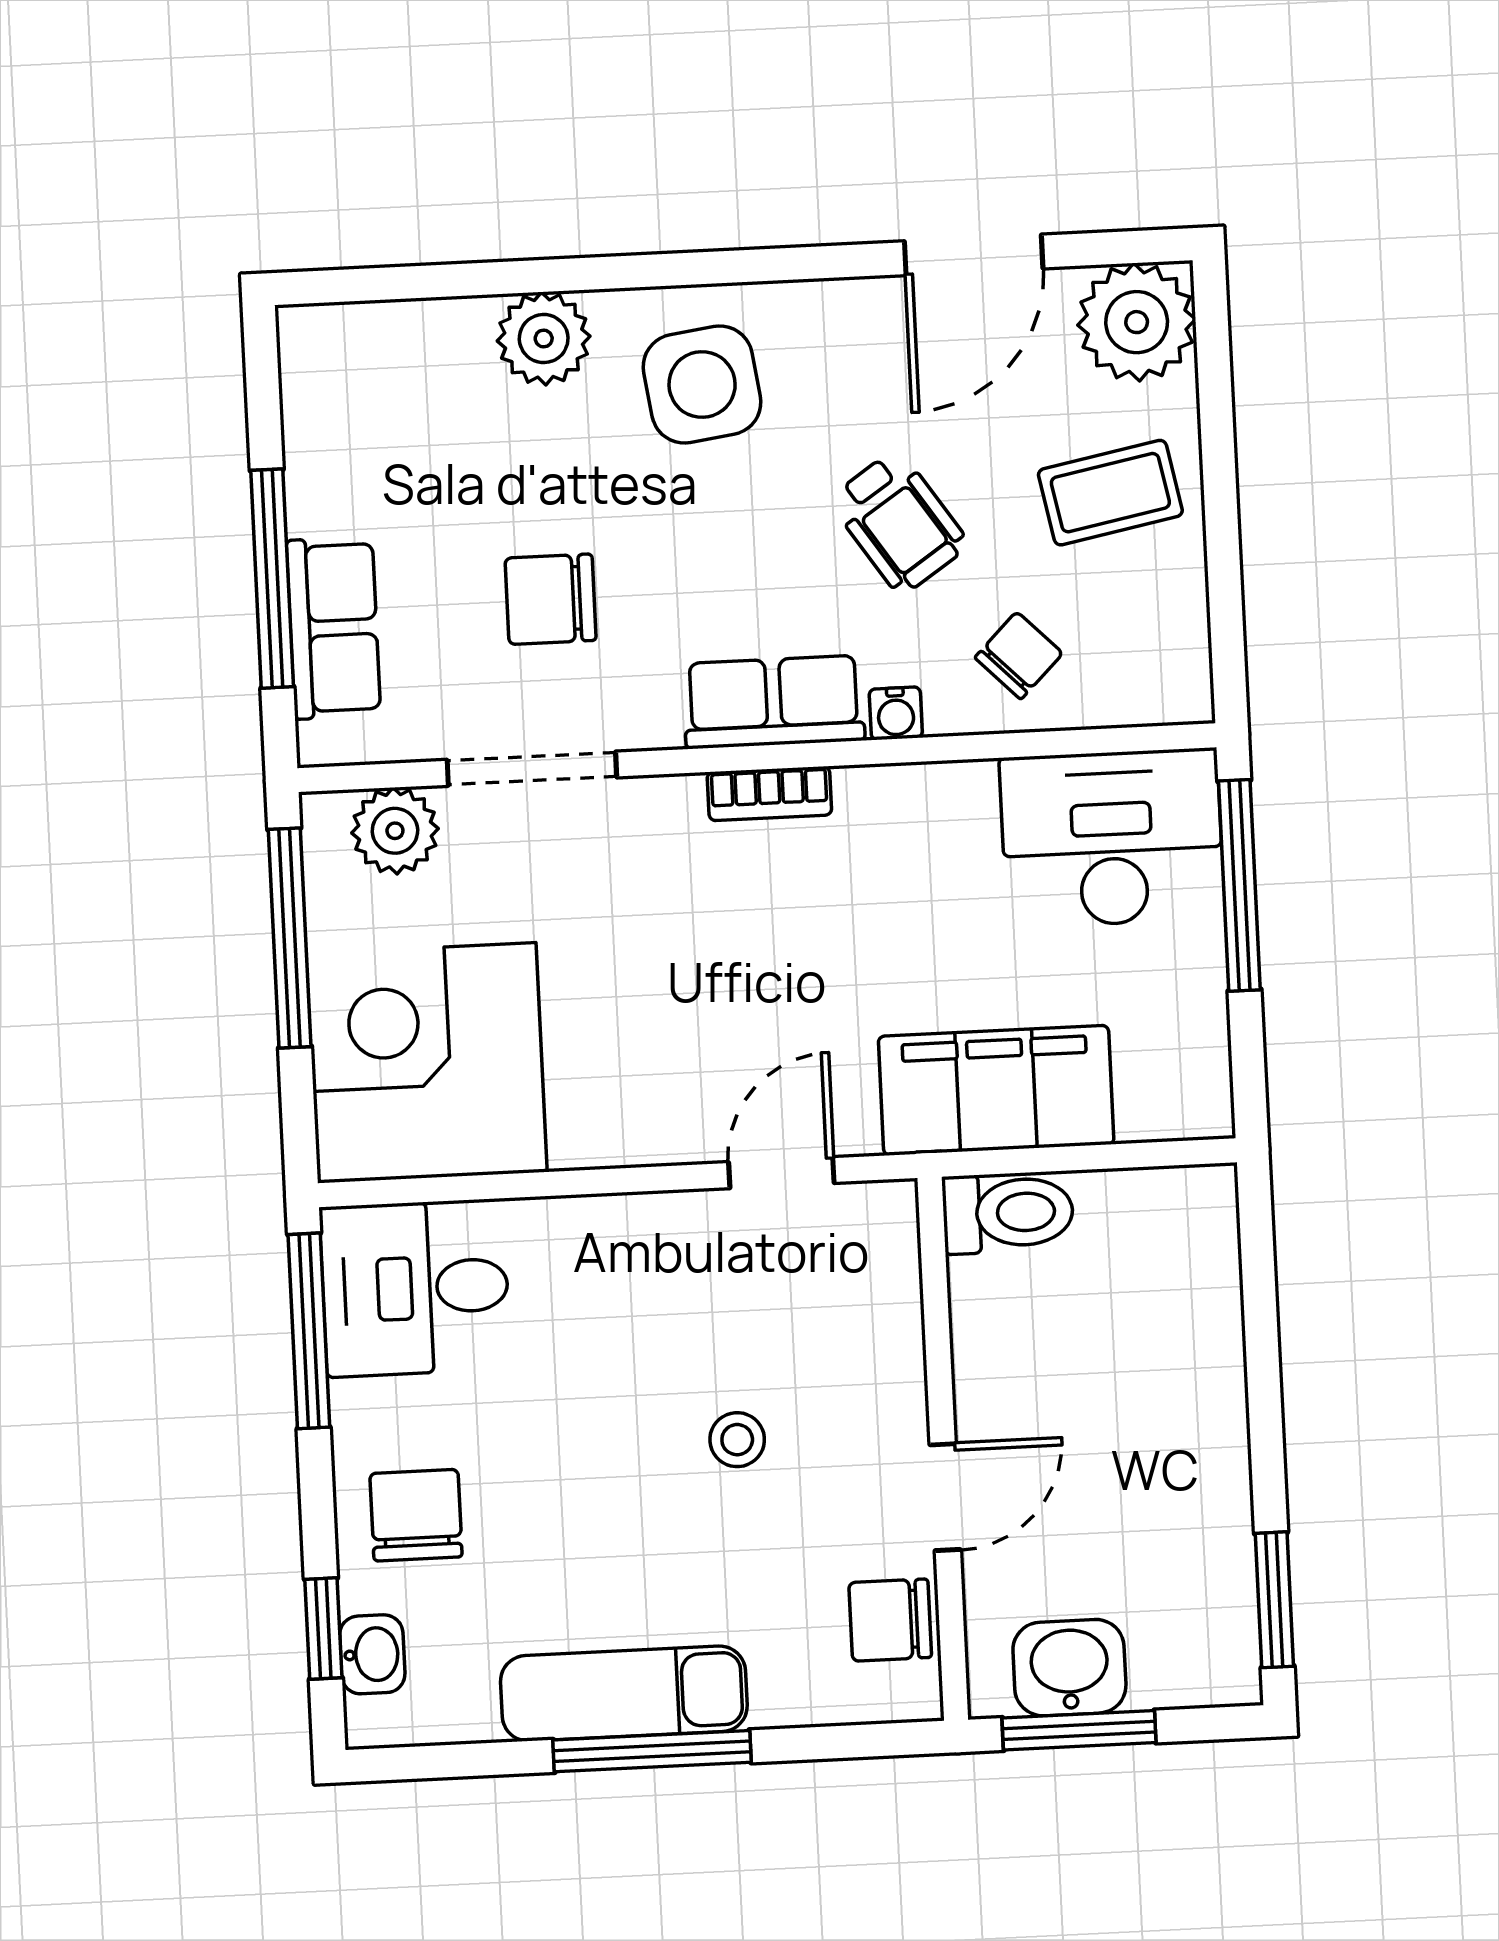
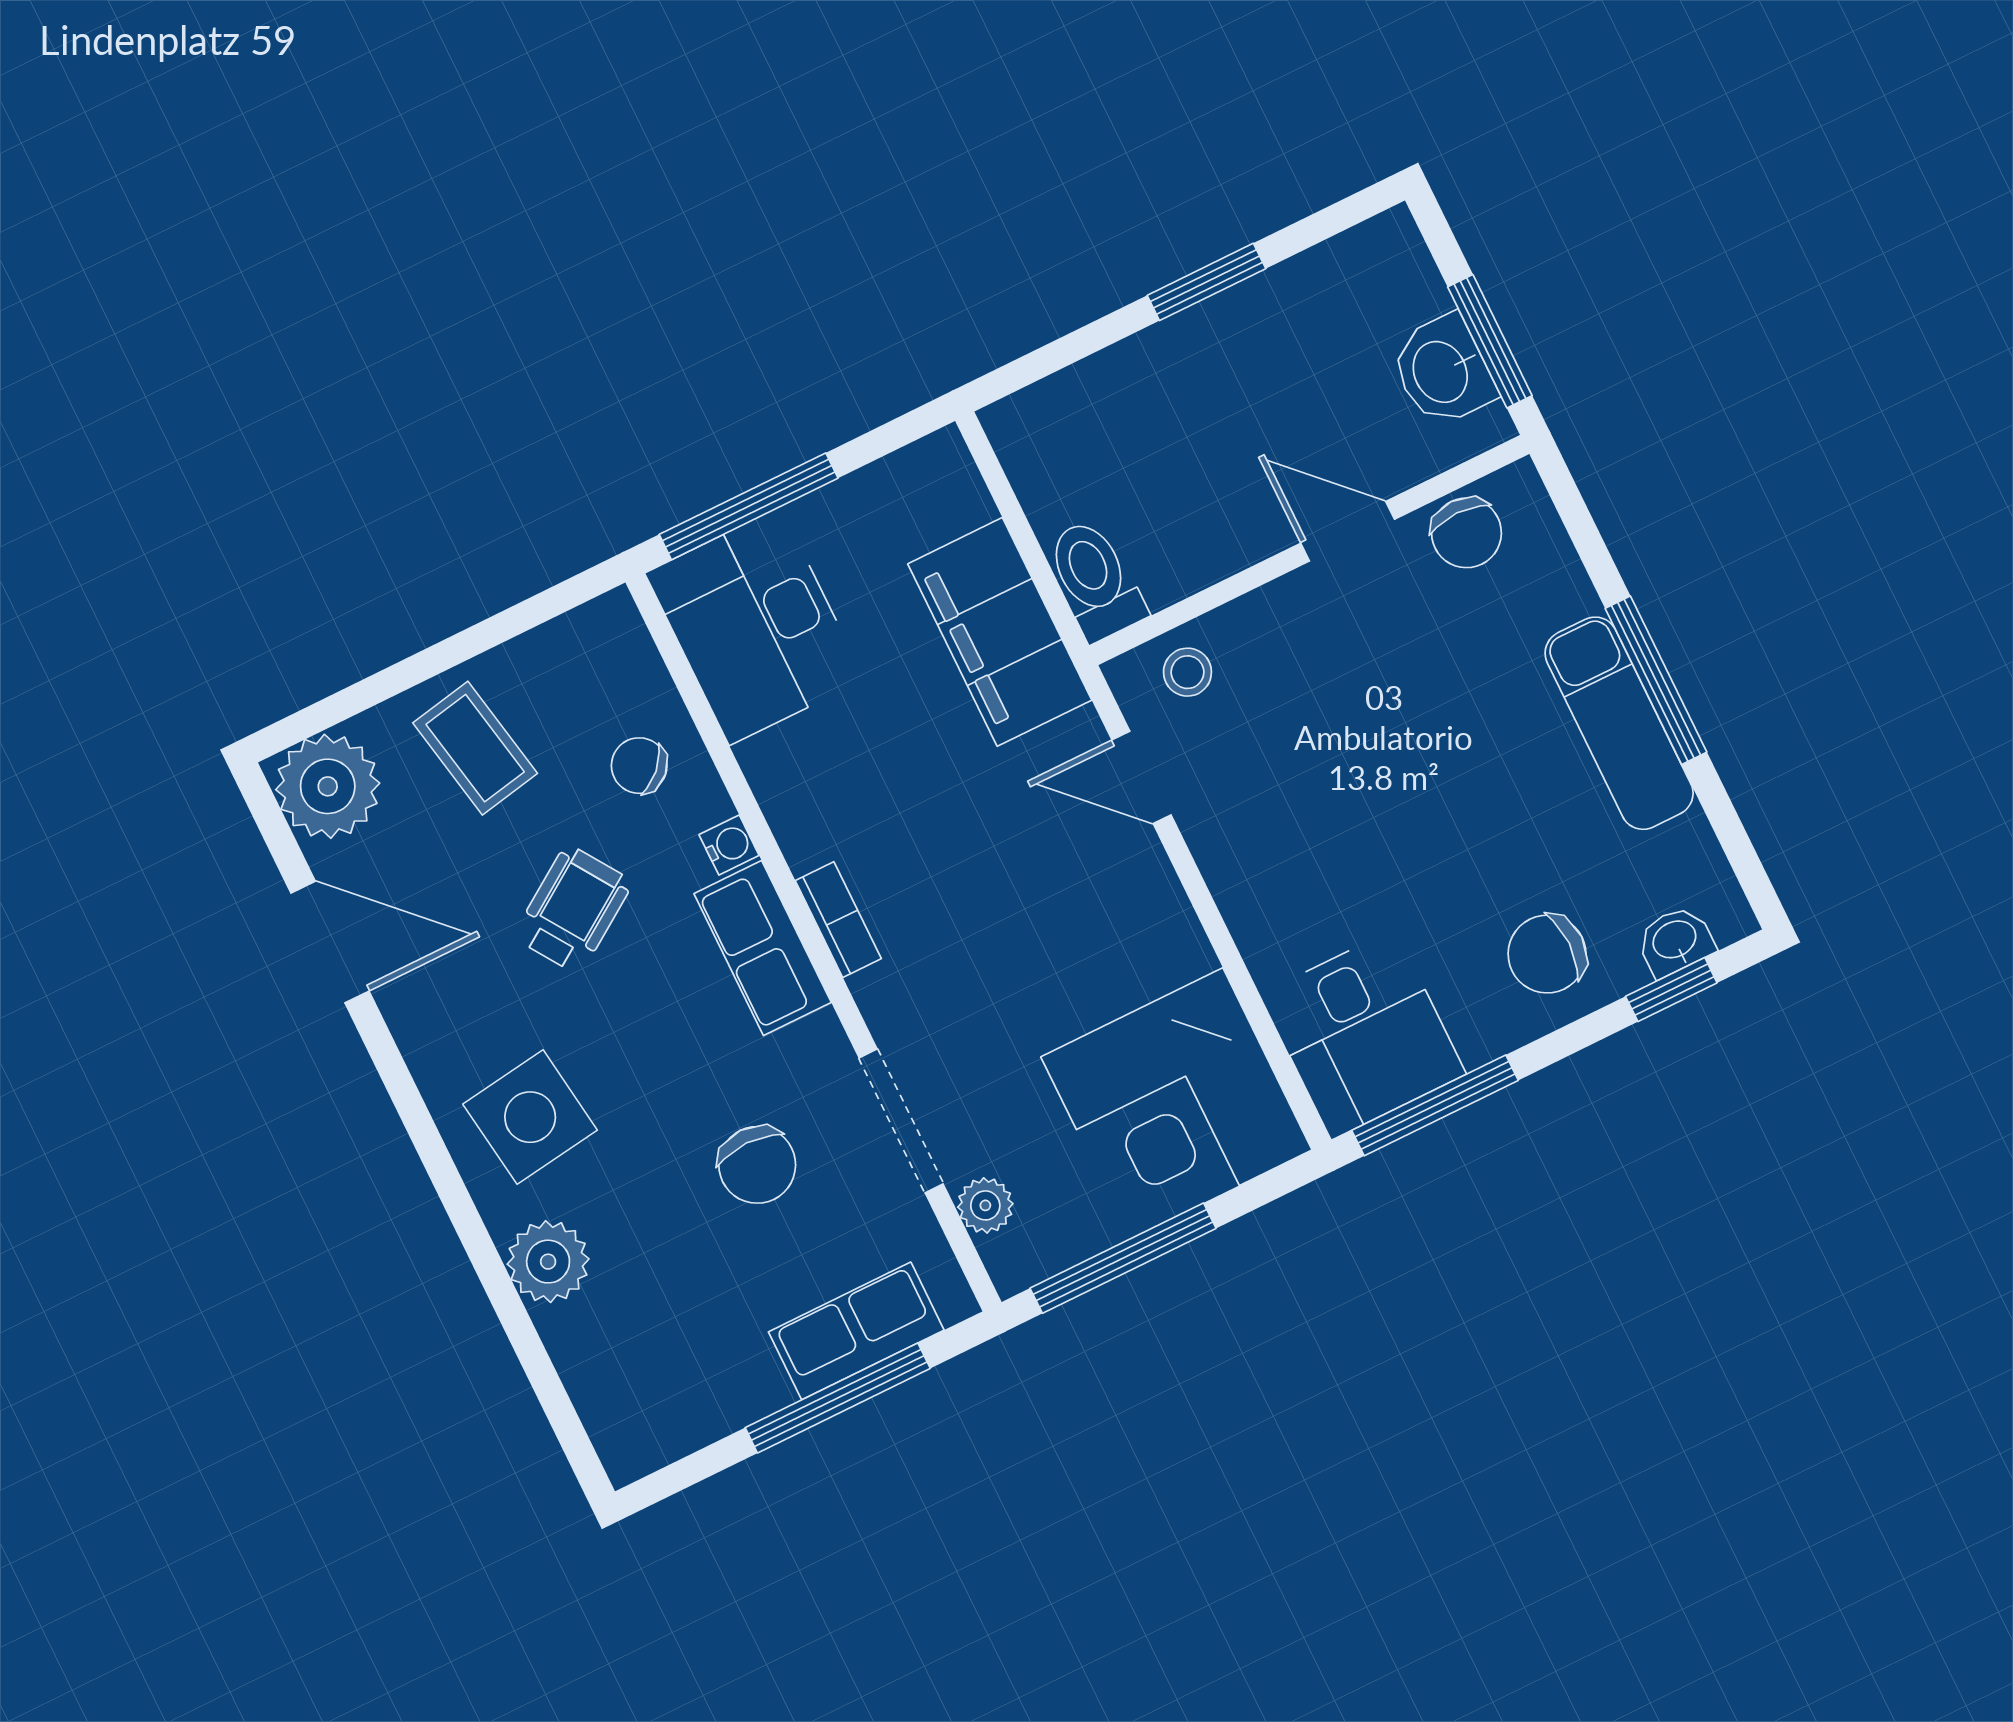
plant: (395, 831) -> (985, 1205), width x0.73, depth x0.73
stool: (737, 1440) -> (1187, 672), moved
window: (1274, 1600) -> (1206, 282), moved

